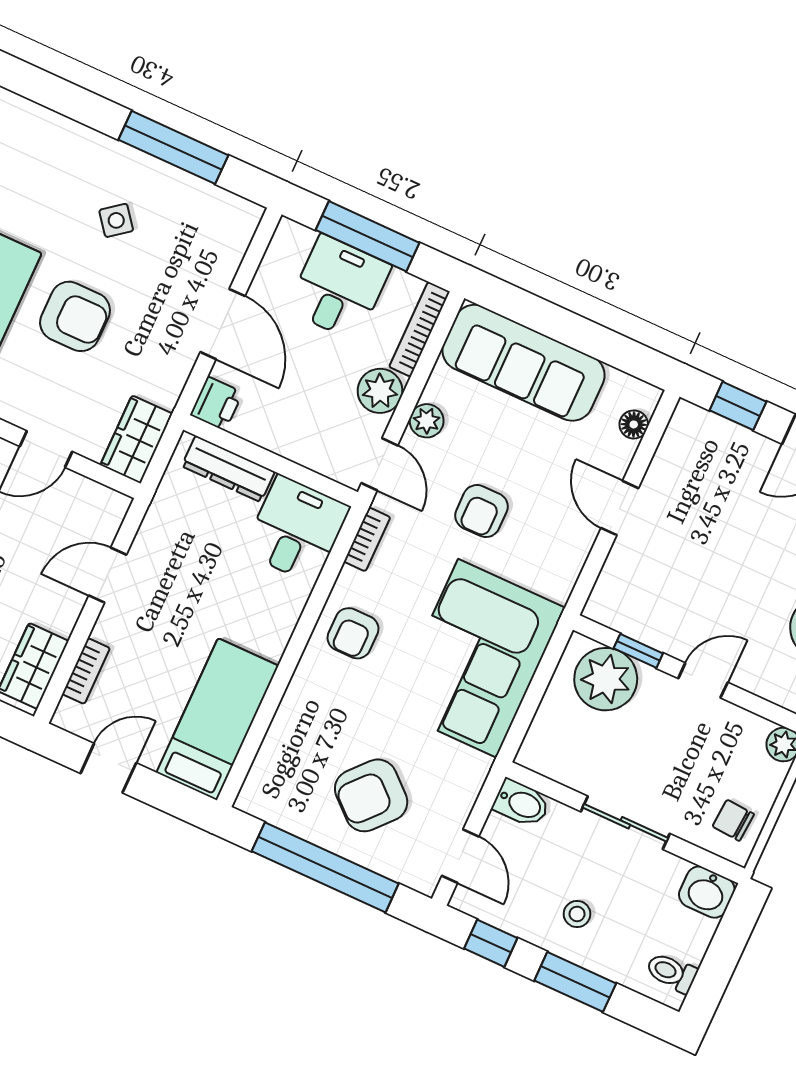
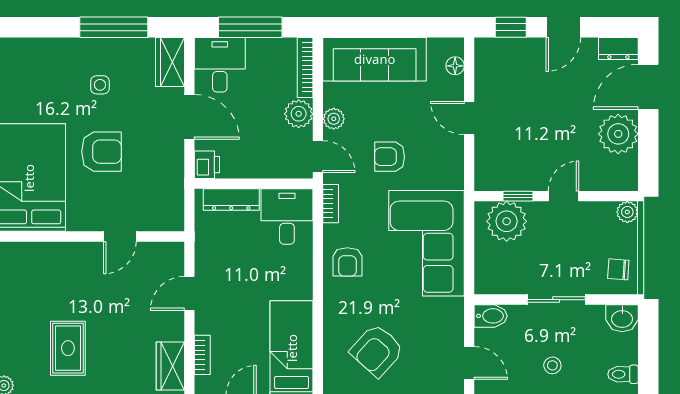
side table: (116, 220) -> (100, 85), turned 38
desk: (339, 288) -> (220, 65), moved
wardrobe: (136, 439) -> (170, 62), moved
armchair: (481, 511) -> (390, 157), turned 90
armchair: (371, 795) -> (377, 350), moved

